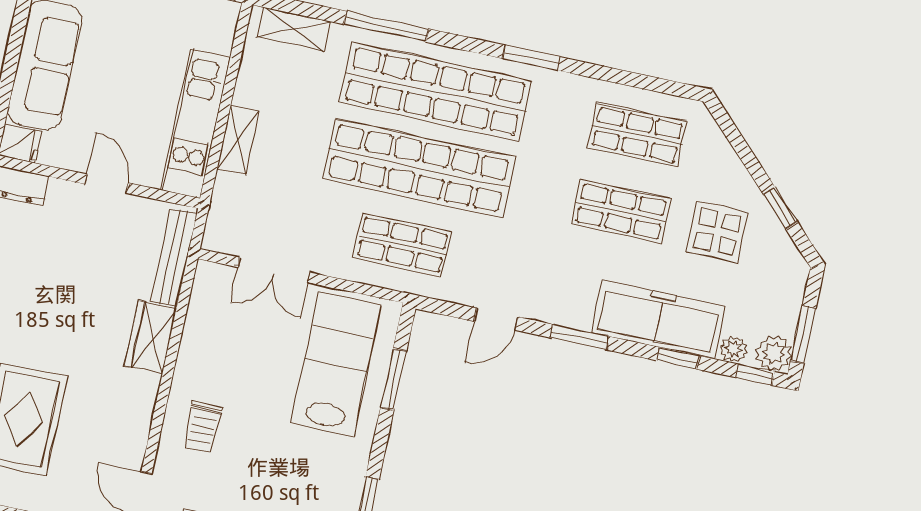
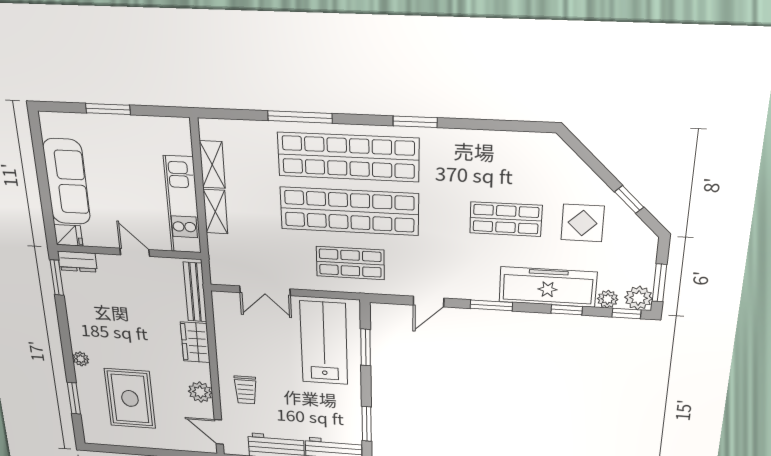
shelving: (294, 29) -> (212, 165), moved, turned 90
shop shelf: (637, 135) -> (508, 164), removed
plant: (134, 422) -> (200, 392), added

